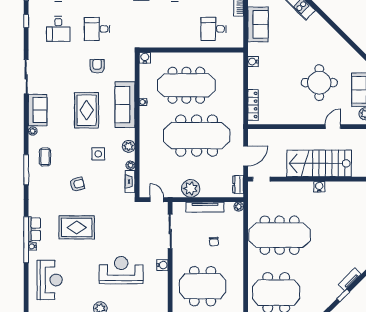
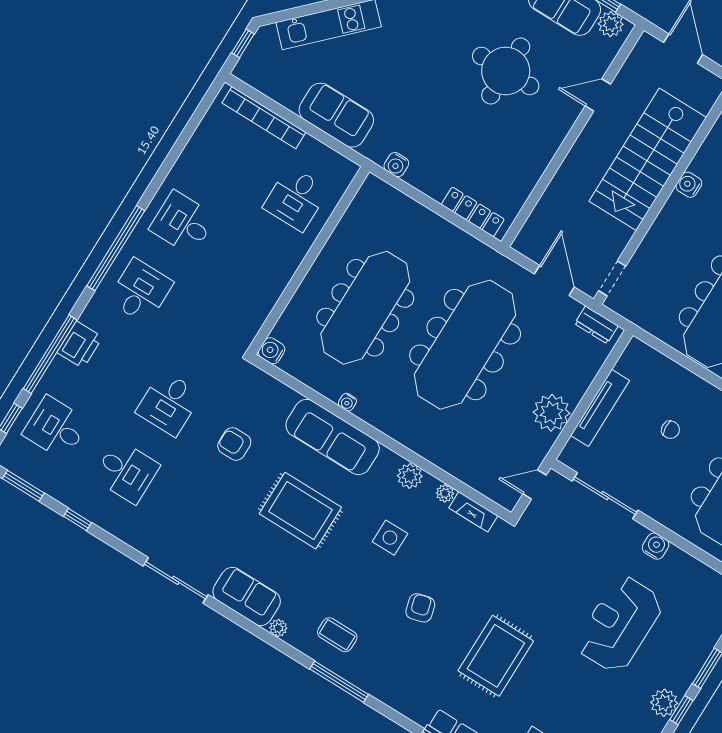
door: (333, 127) -> (598, 95), hinge flipped
plant: (239, 207) -> (636, 348), removed

